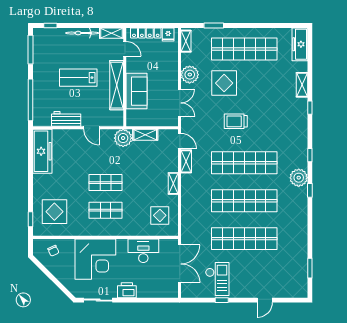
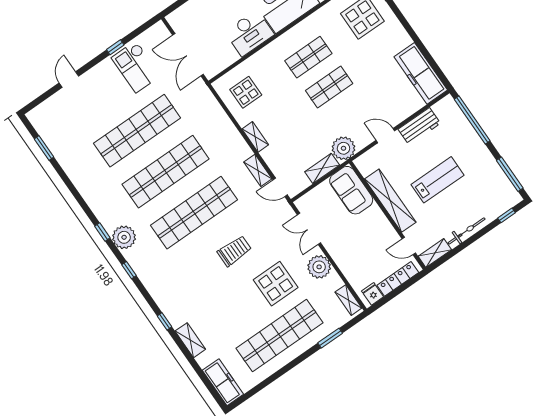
sofa: (136, 91) -> (351, 190), moved
desk: (143, 251) -> (249, 33), moved

